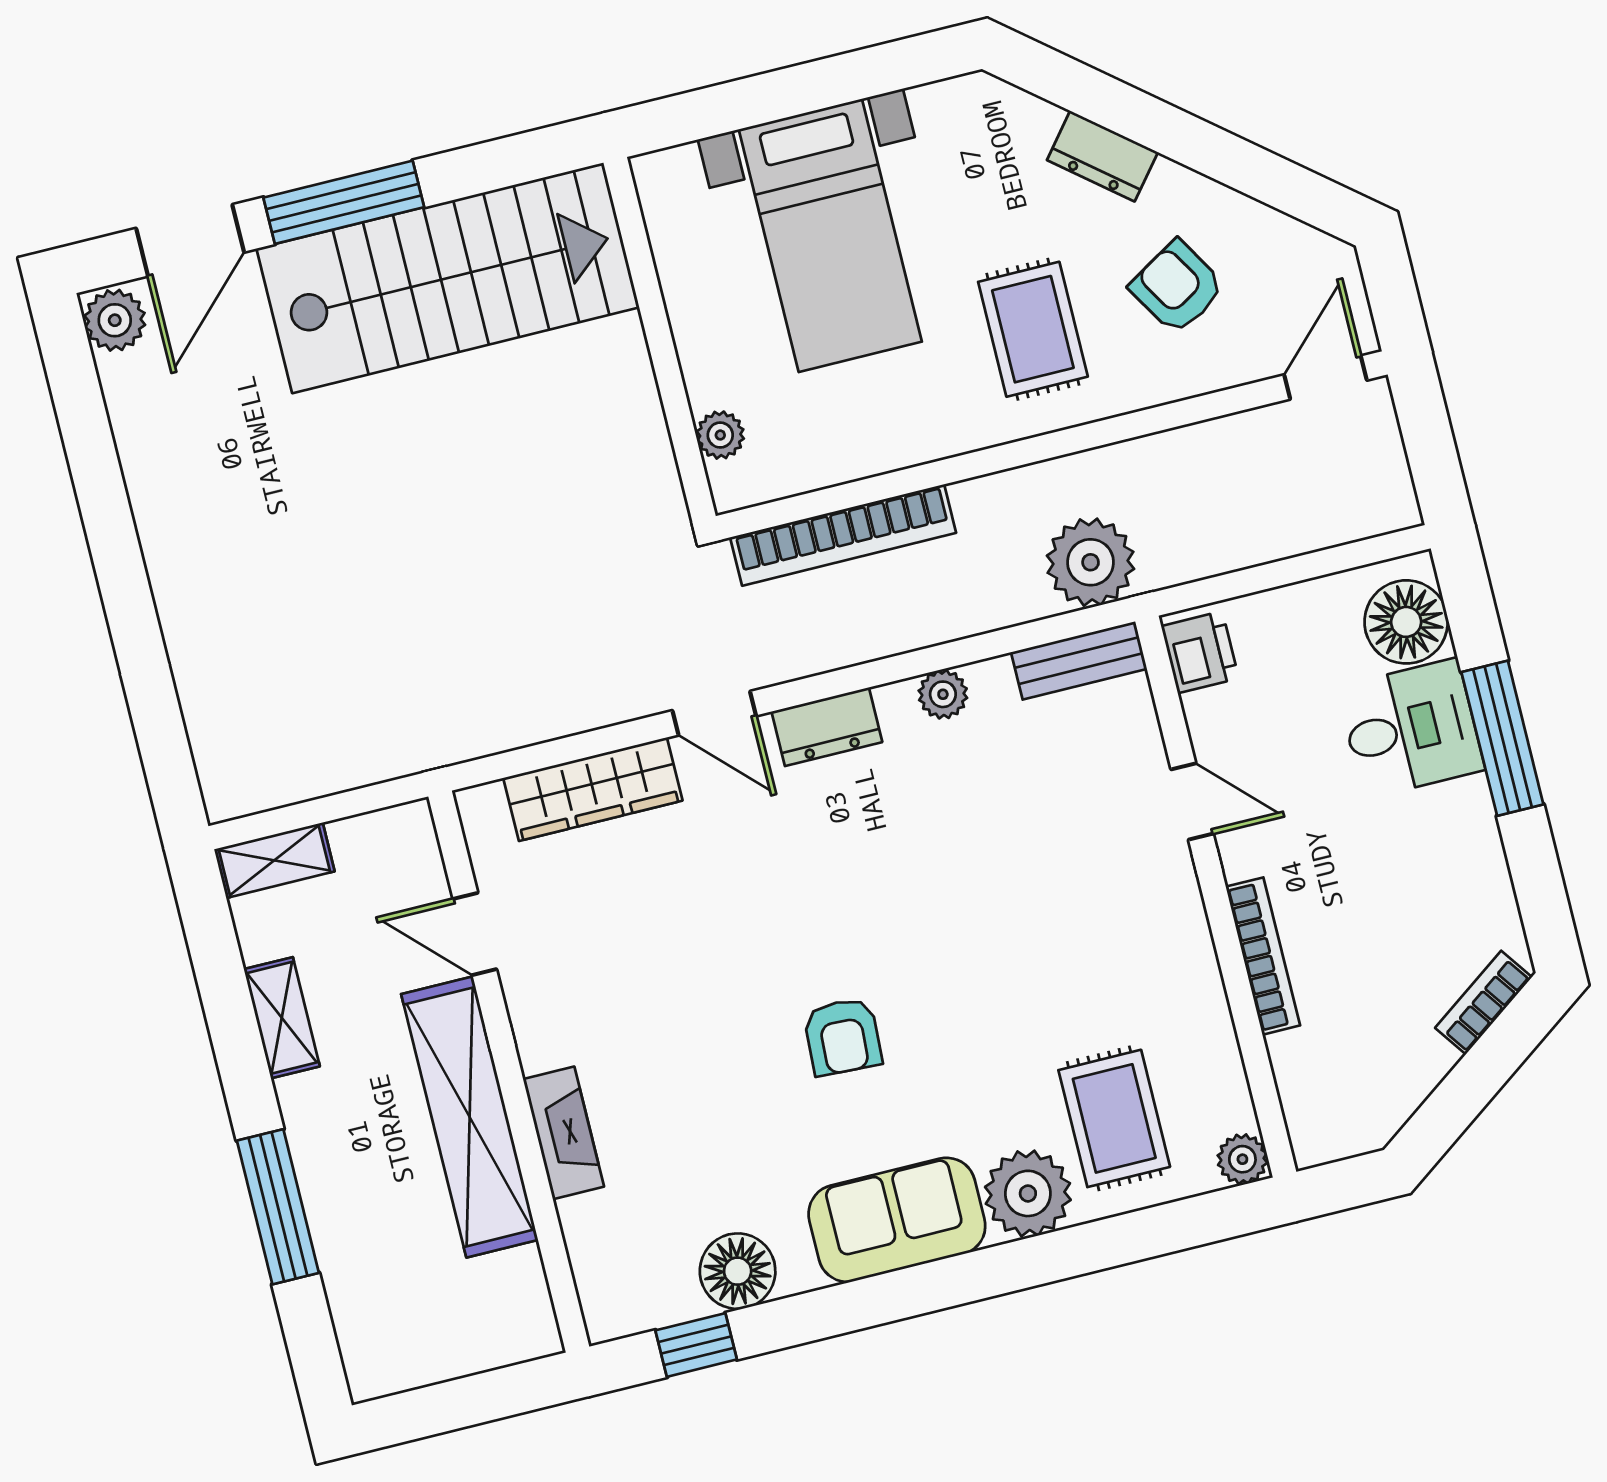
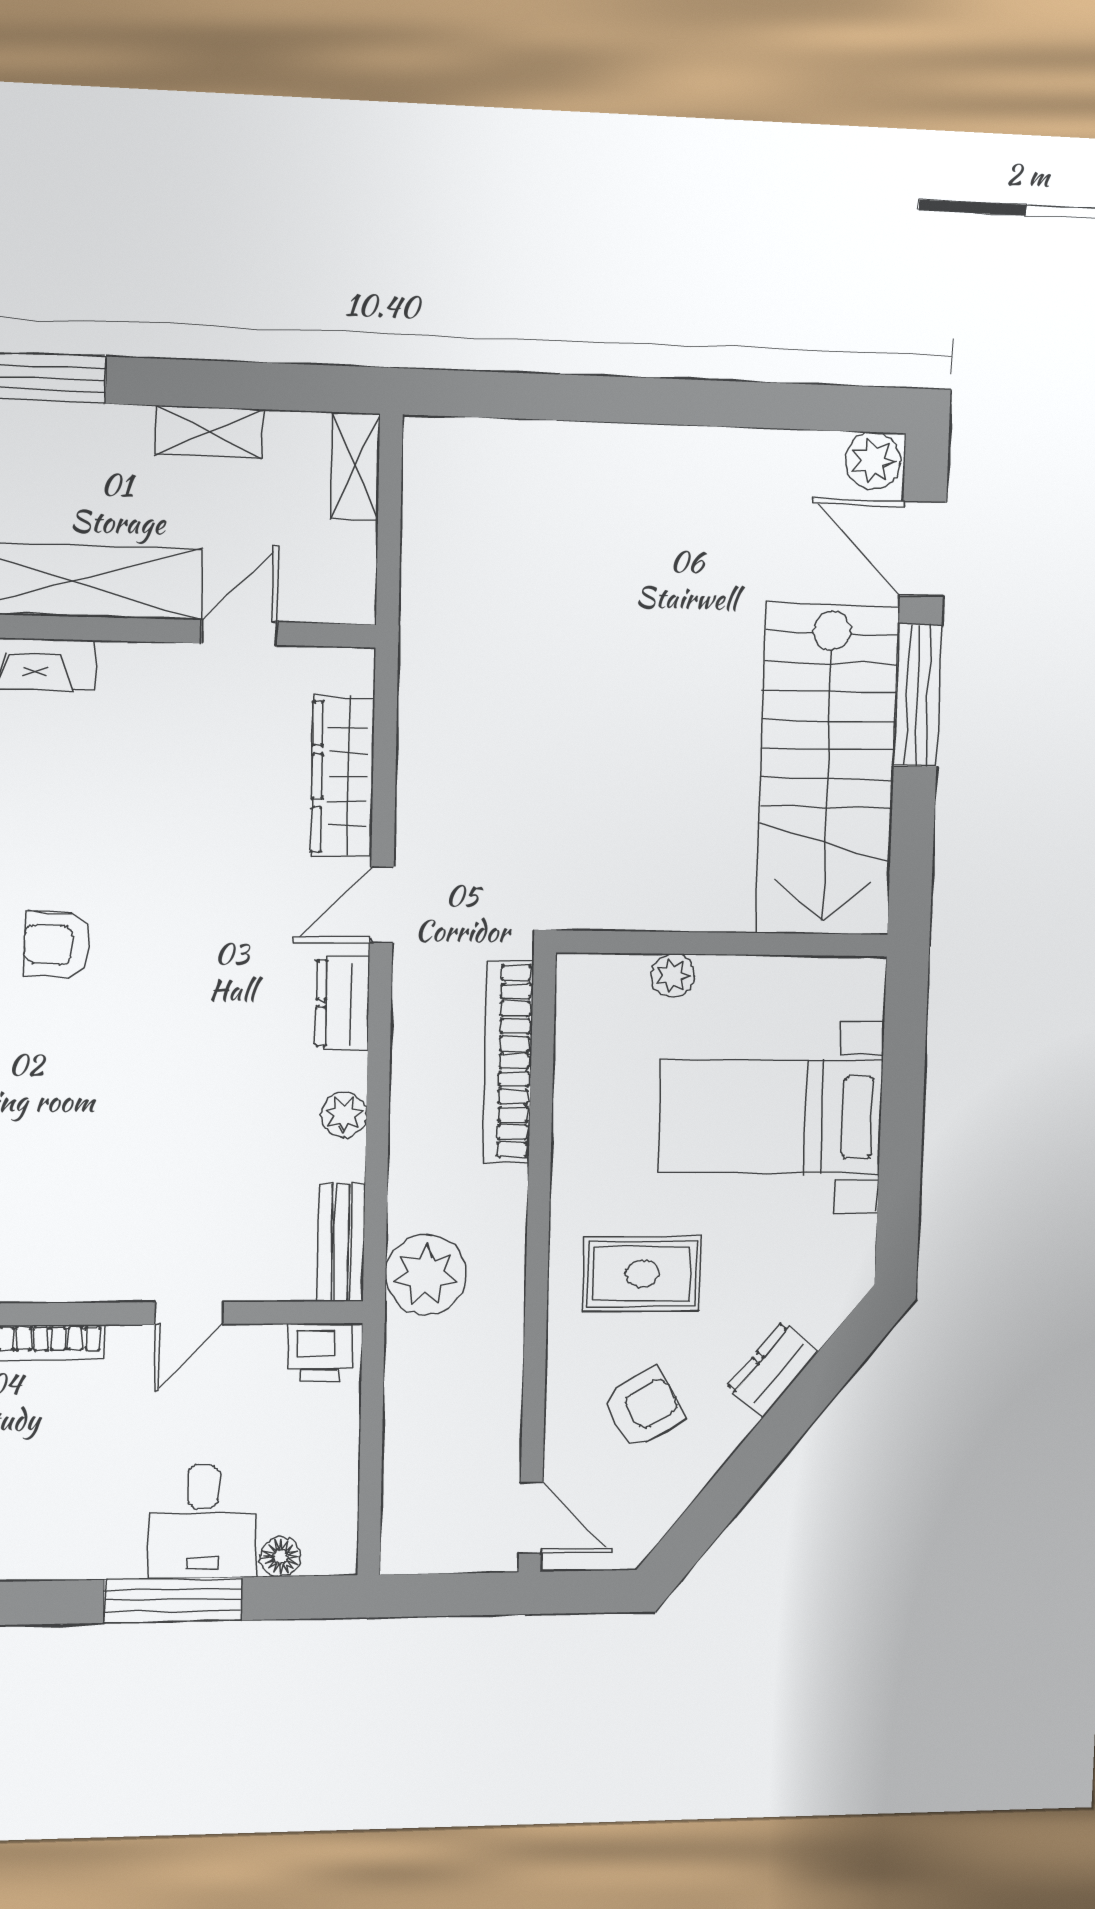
plant: (720, 435) -> (673, 976), moved
floor lamp: (1406, 622) -> (281, 1557), width x0.53, depth x0.53

